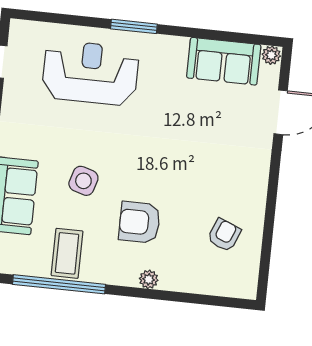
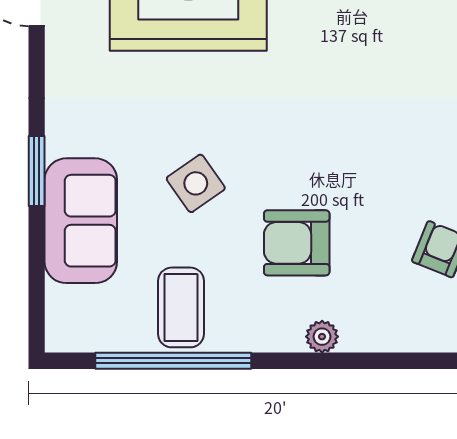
side table: (83, 181) -> (196, 183), turned 38

